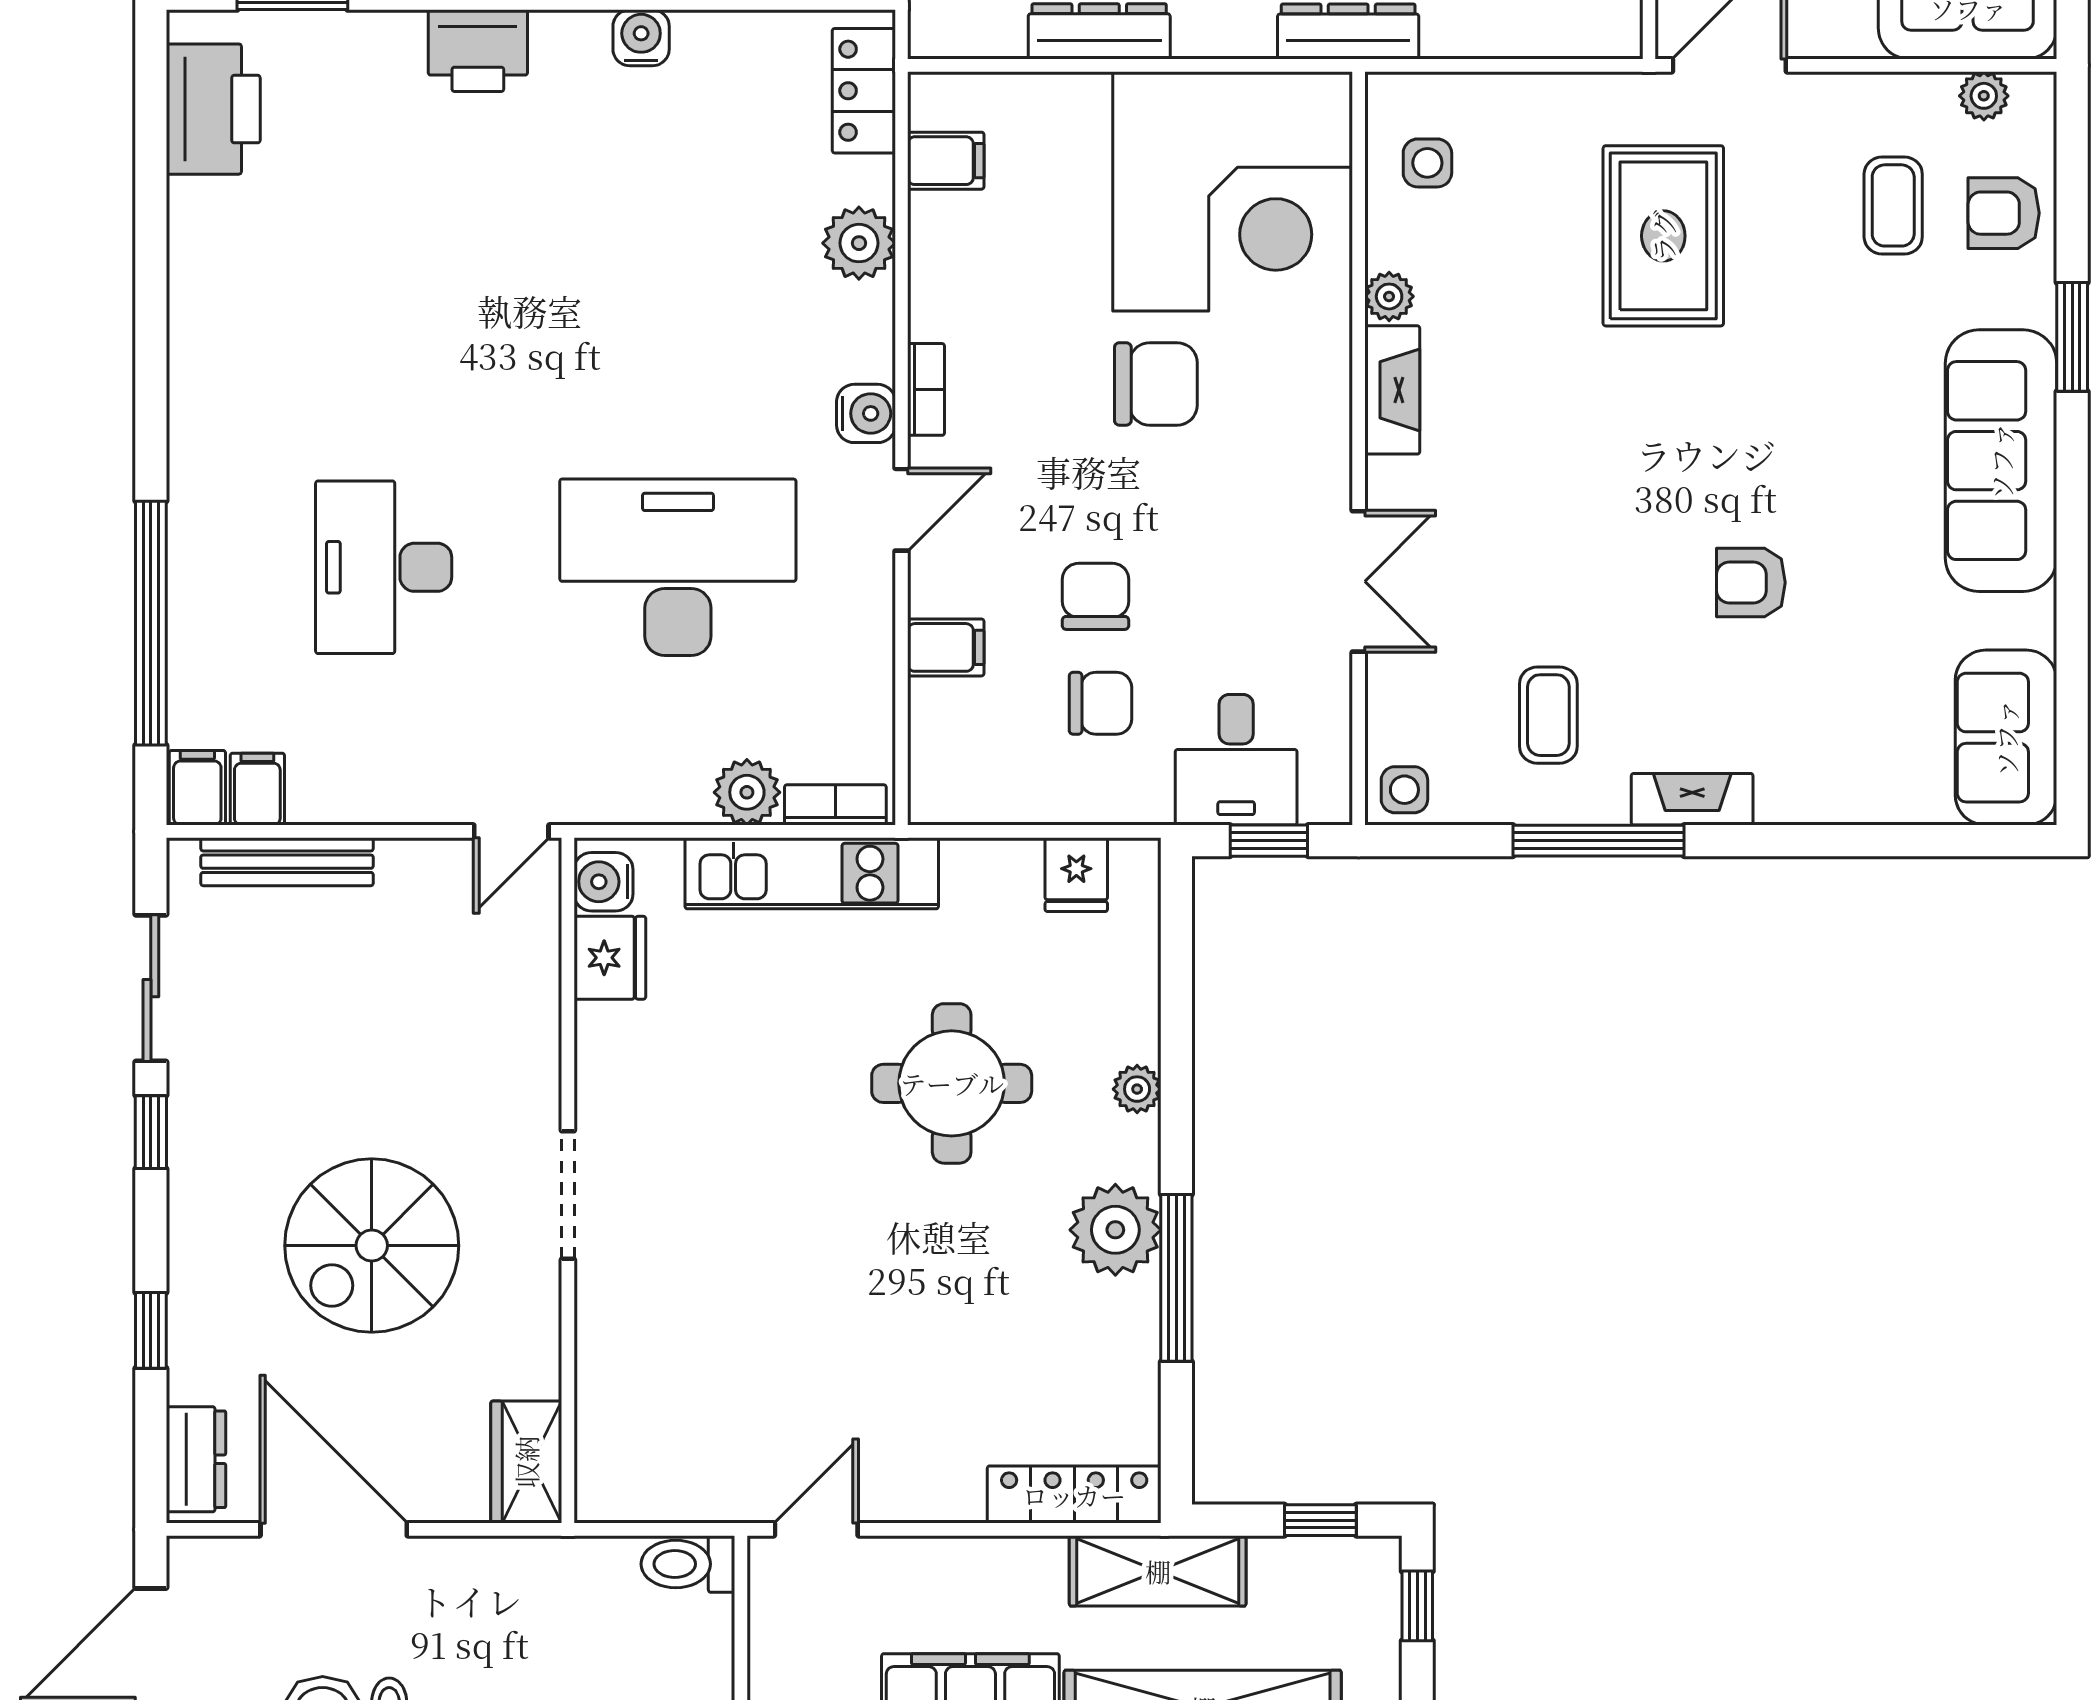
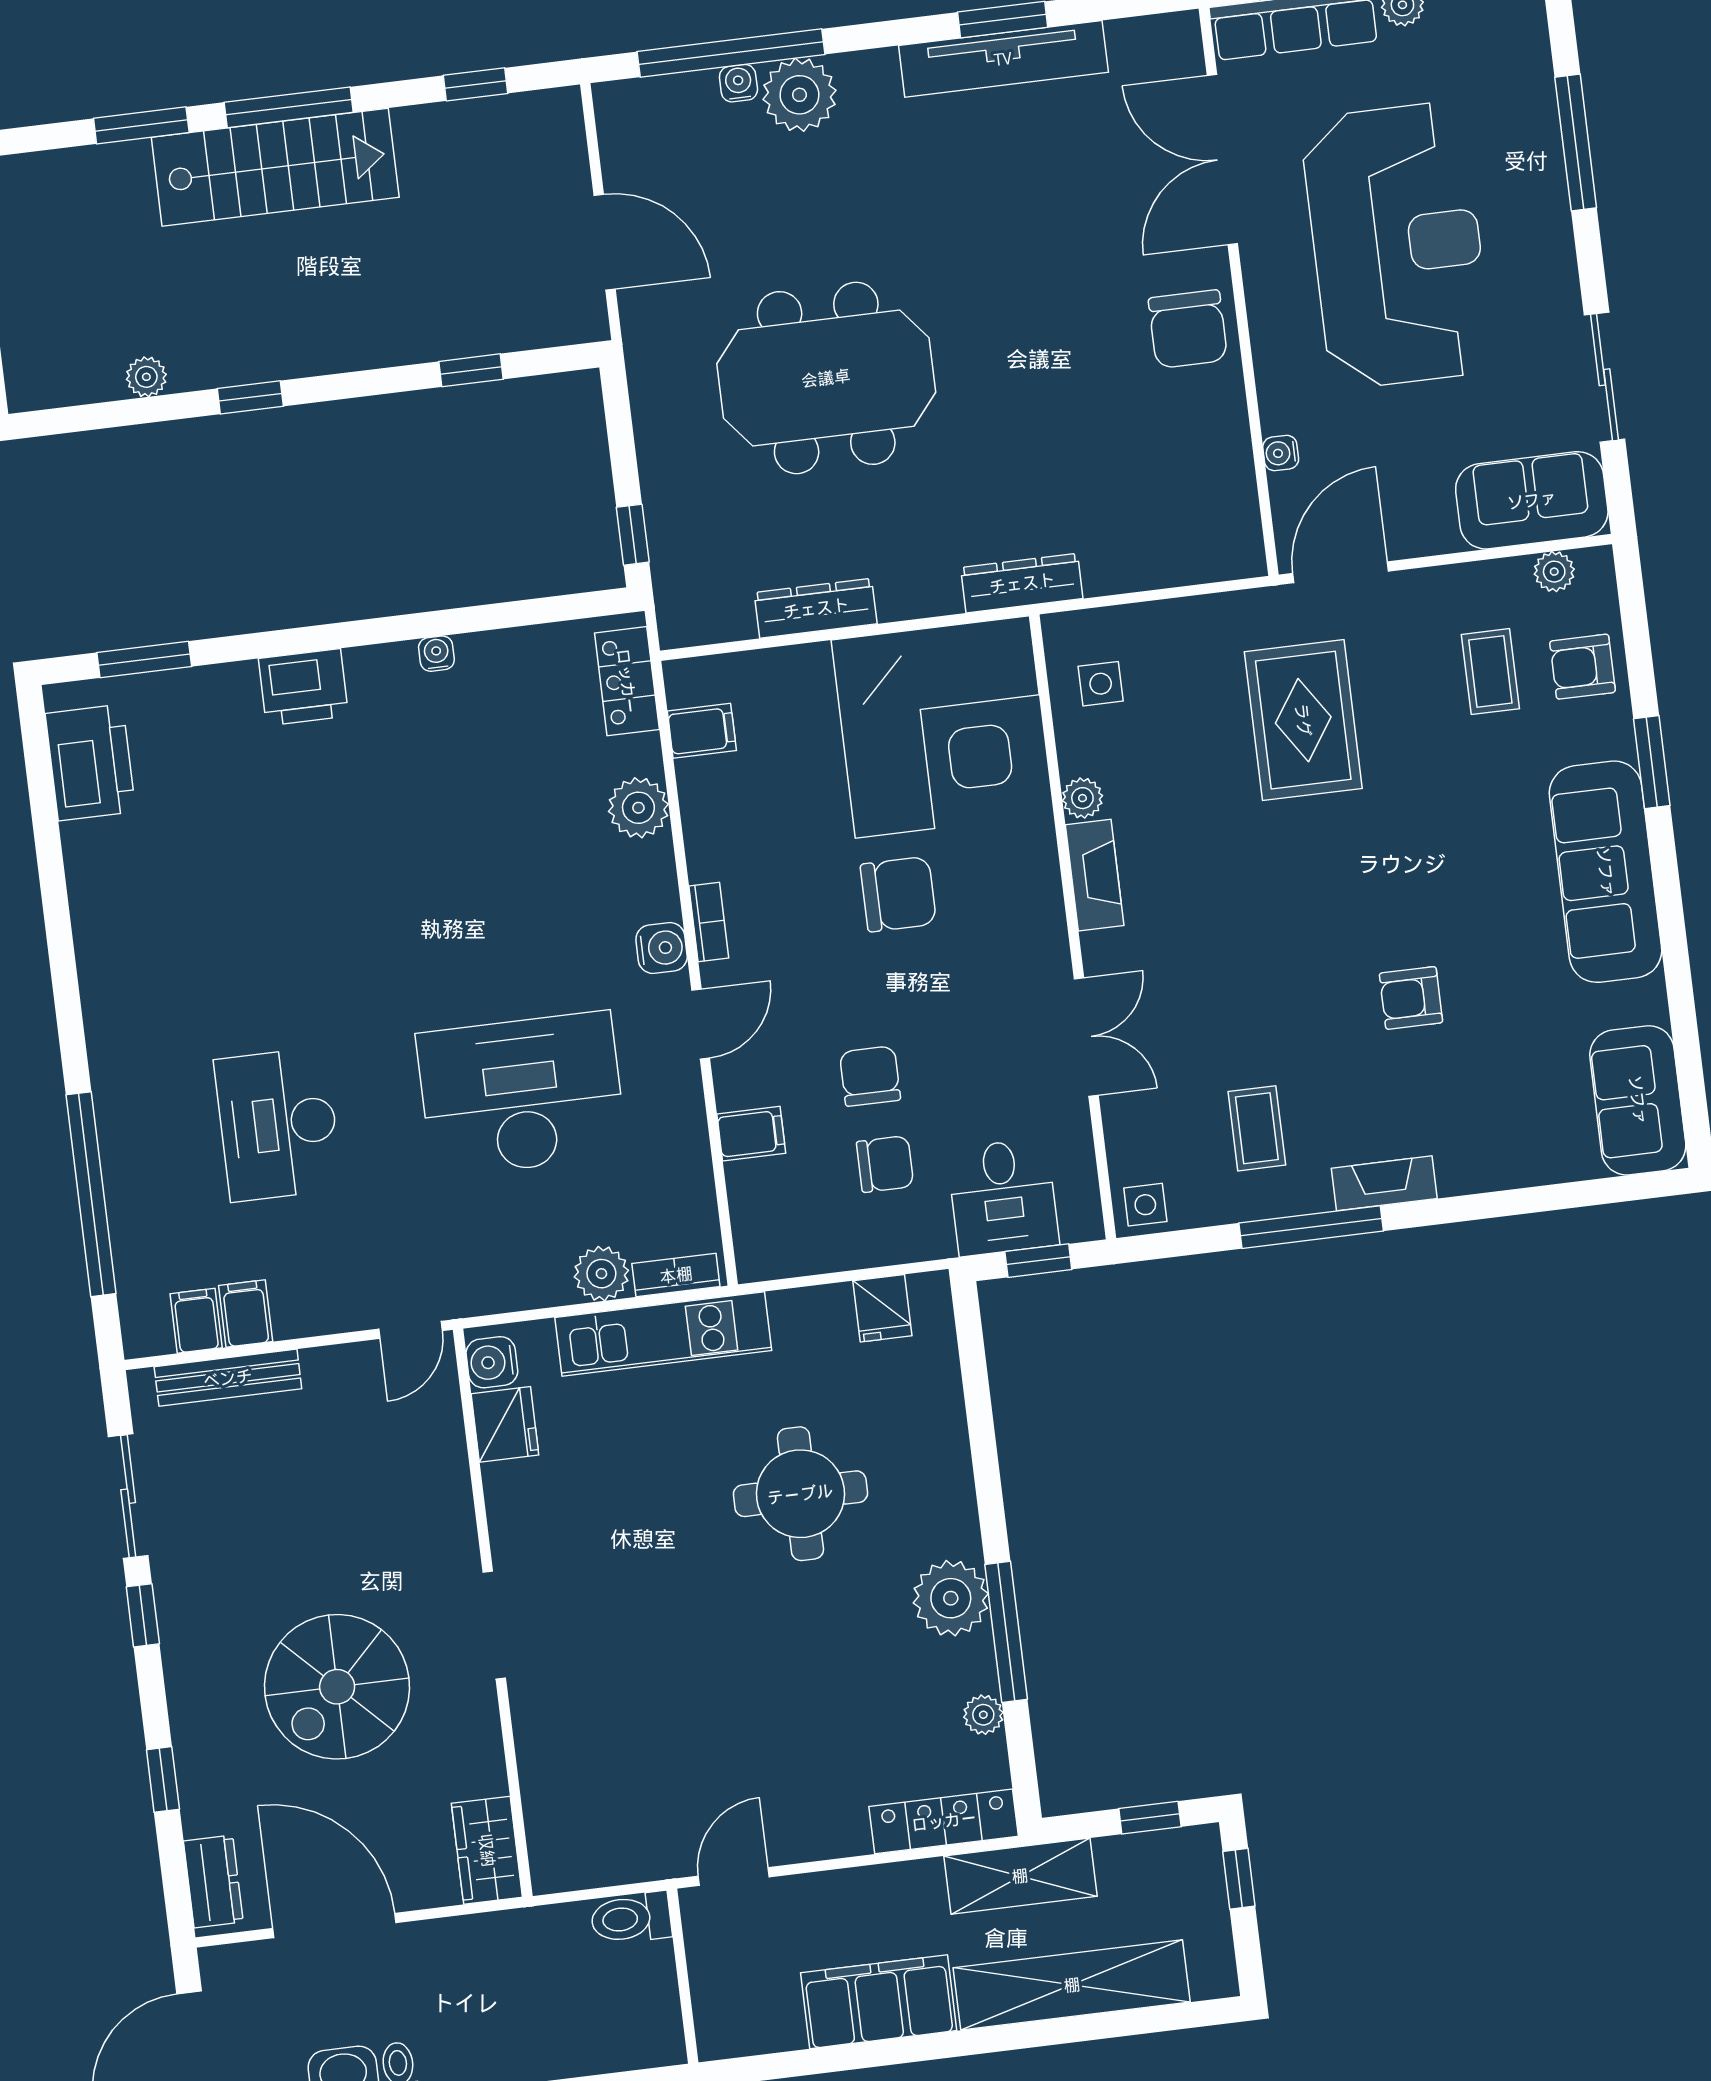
water cooler: (641, 38) -> (436, 654), width x0.72, depth x0.72
filing cabinet: (197, 788) -> (246, 1313), moved
plant: (1137, 1089) -> (983, 1715), moved

